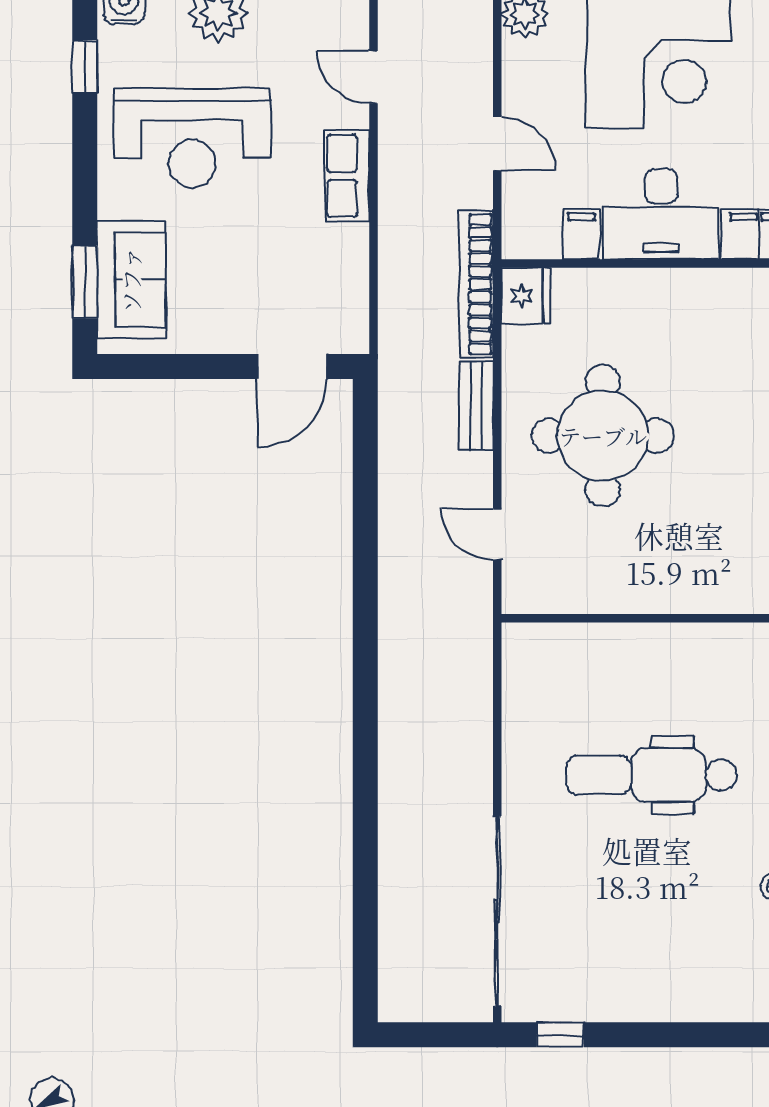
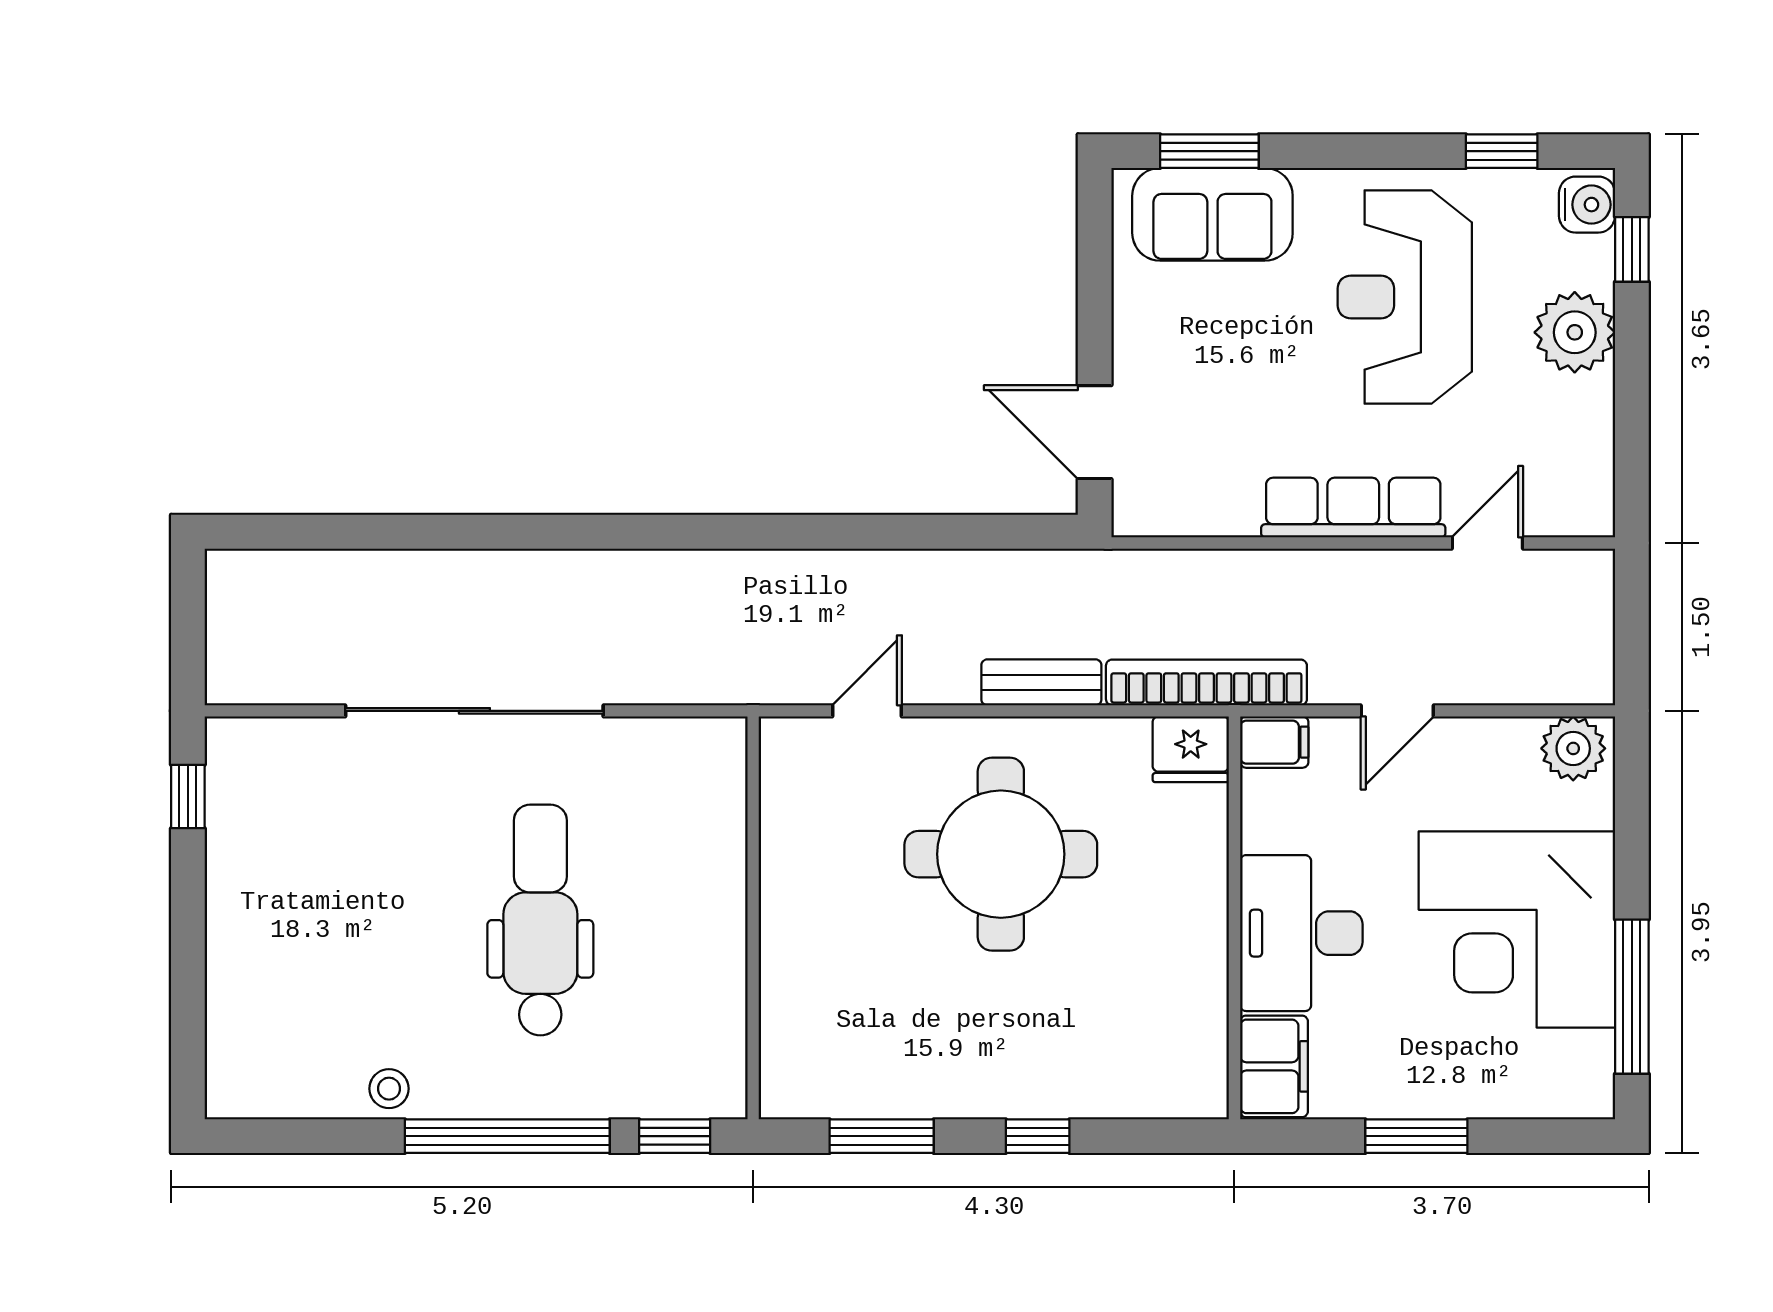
row of seats: (347, 176) -> (1353, 508), width x1.48
filing cabinet: (581, 234) -> (1274, 742), moved
sliding door: (497, 911) -> (474, 711), moved

